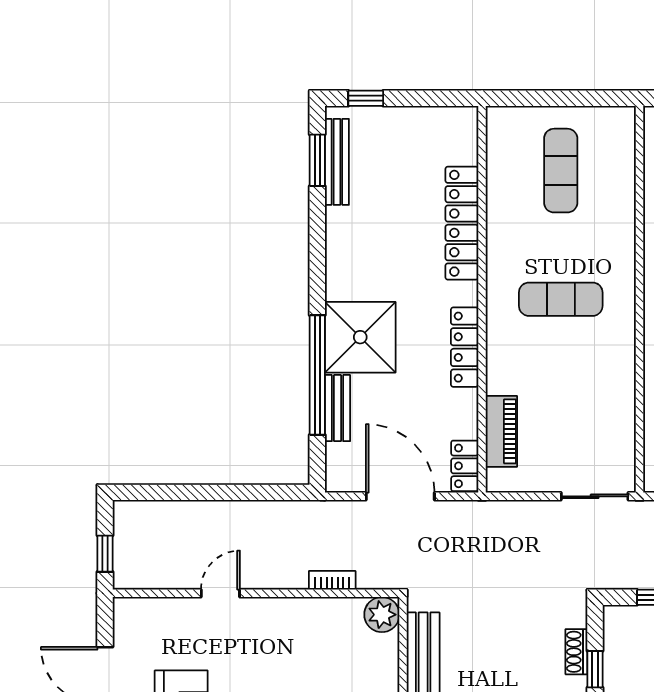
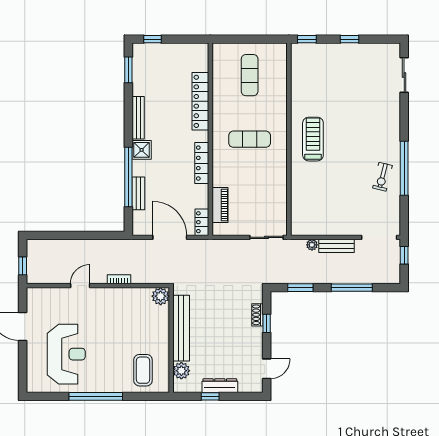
bench: (337, 162) -> (138, 118), moved
shower: (360, 337) -> (142, 150), width x0.54, depth x0.54
bookcase: (332, 580) -> (119, 279), moved

